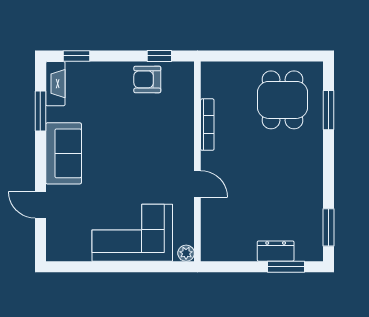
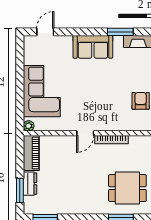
door: (197, 184) -> (85, 133), moved
door: (40, 205) -> (45, 32), moved
piano: (228, 249) -> (31, 153), added

